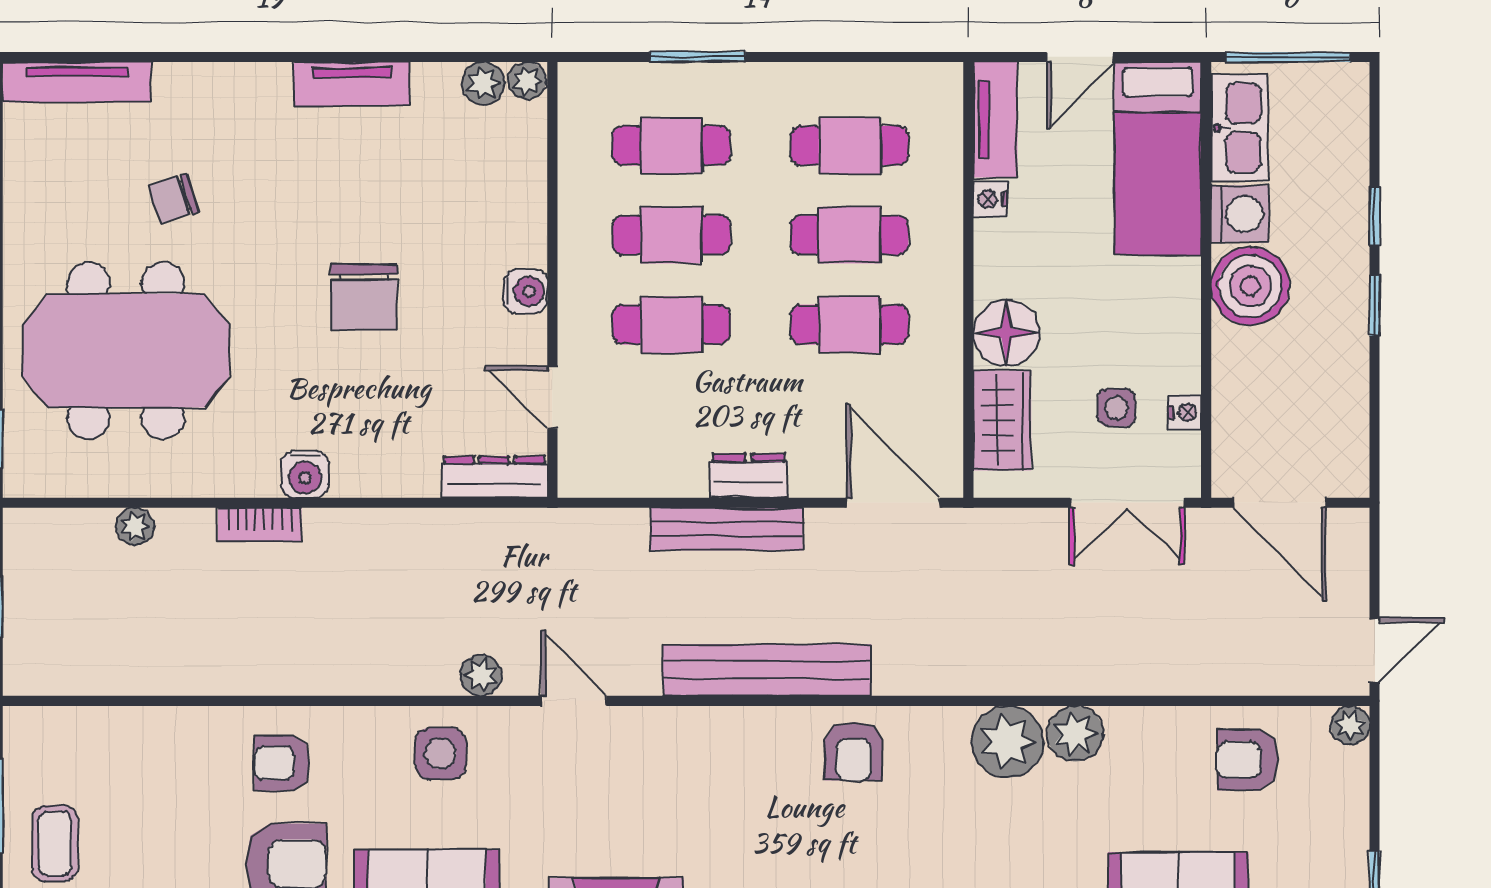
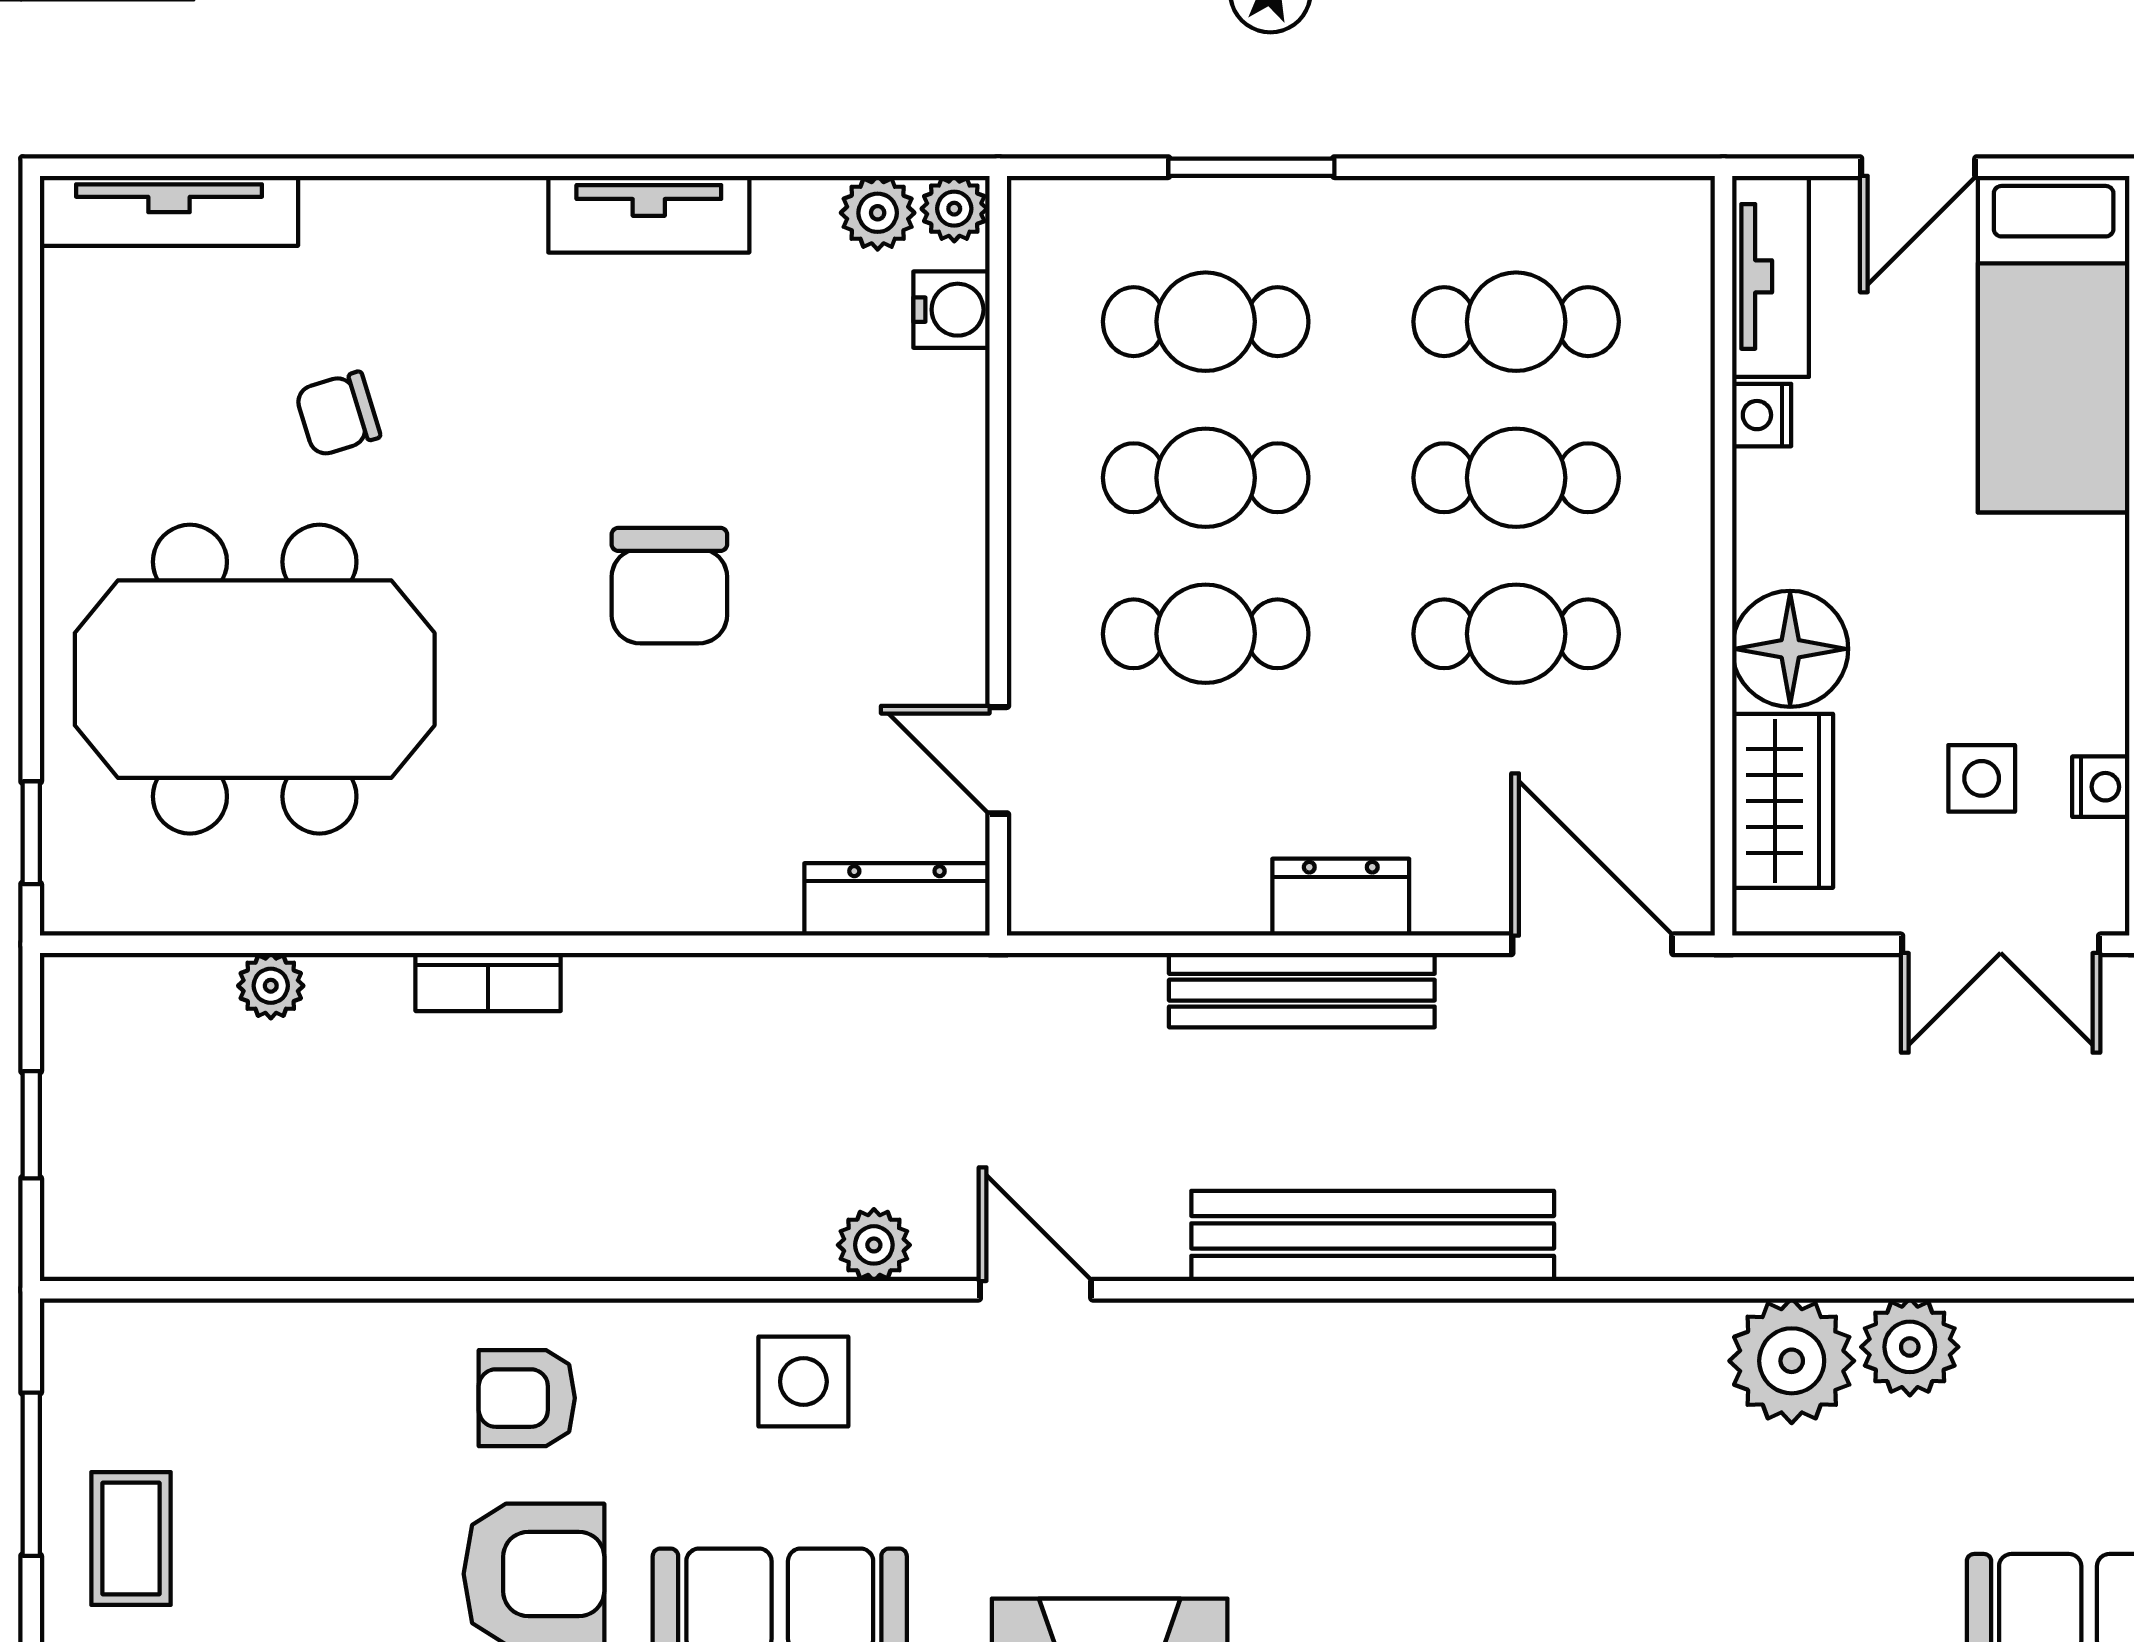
water cooler: (525, 291) -> (951, 310), moved
water cooler: (305, 474) -> (567, 894), removed
armchair: (854, 751) -> (1524, 1378), removed

